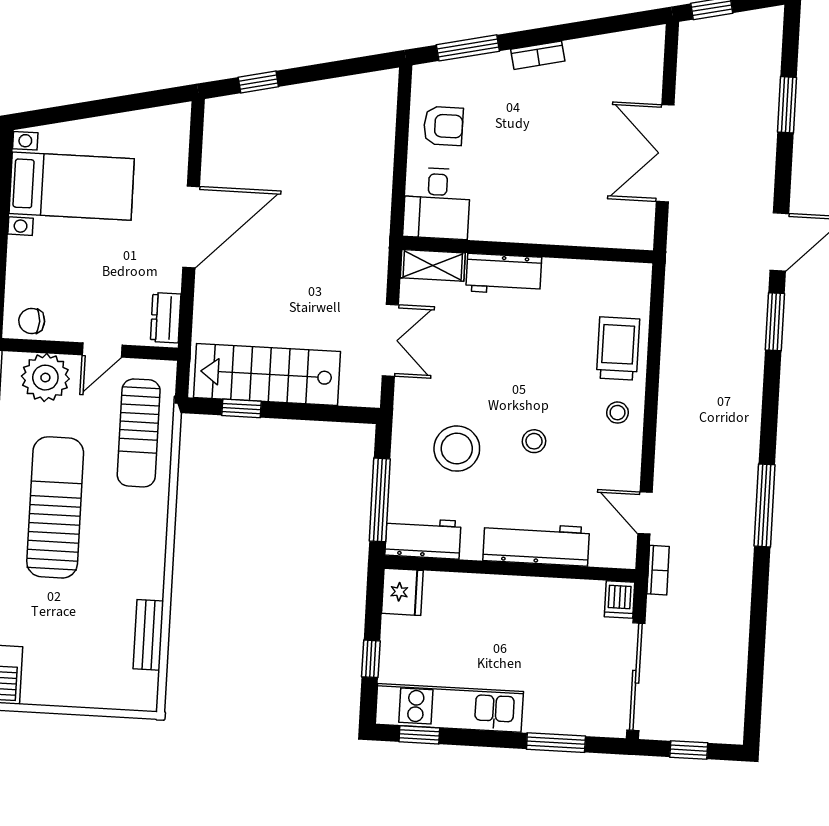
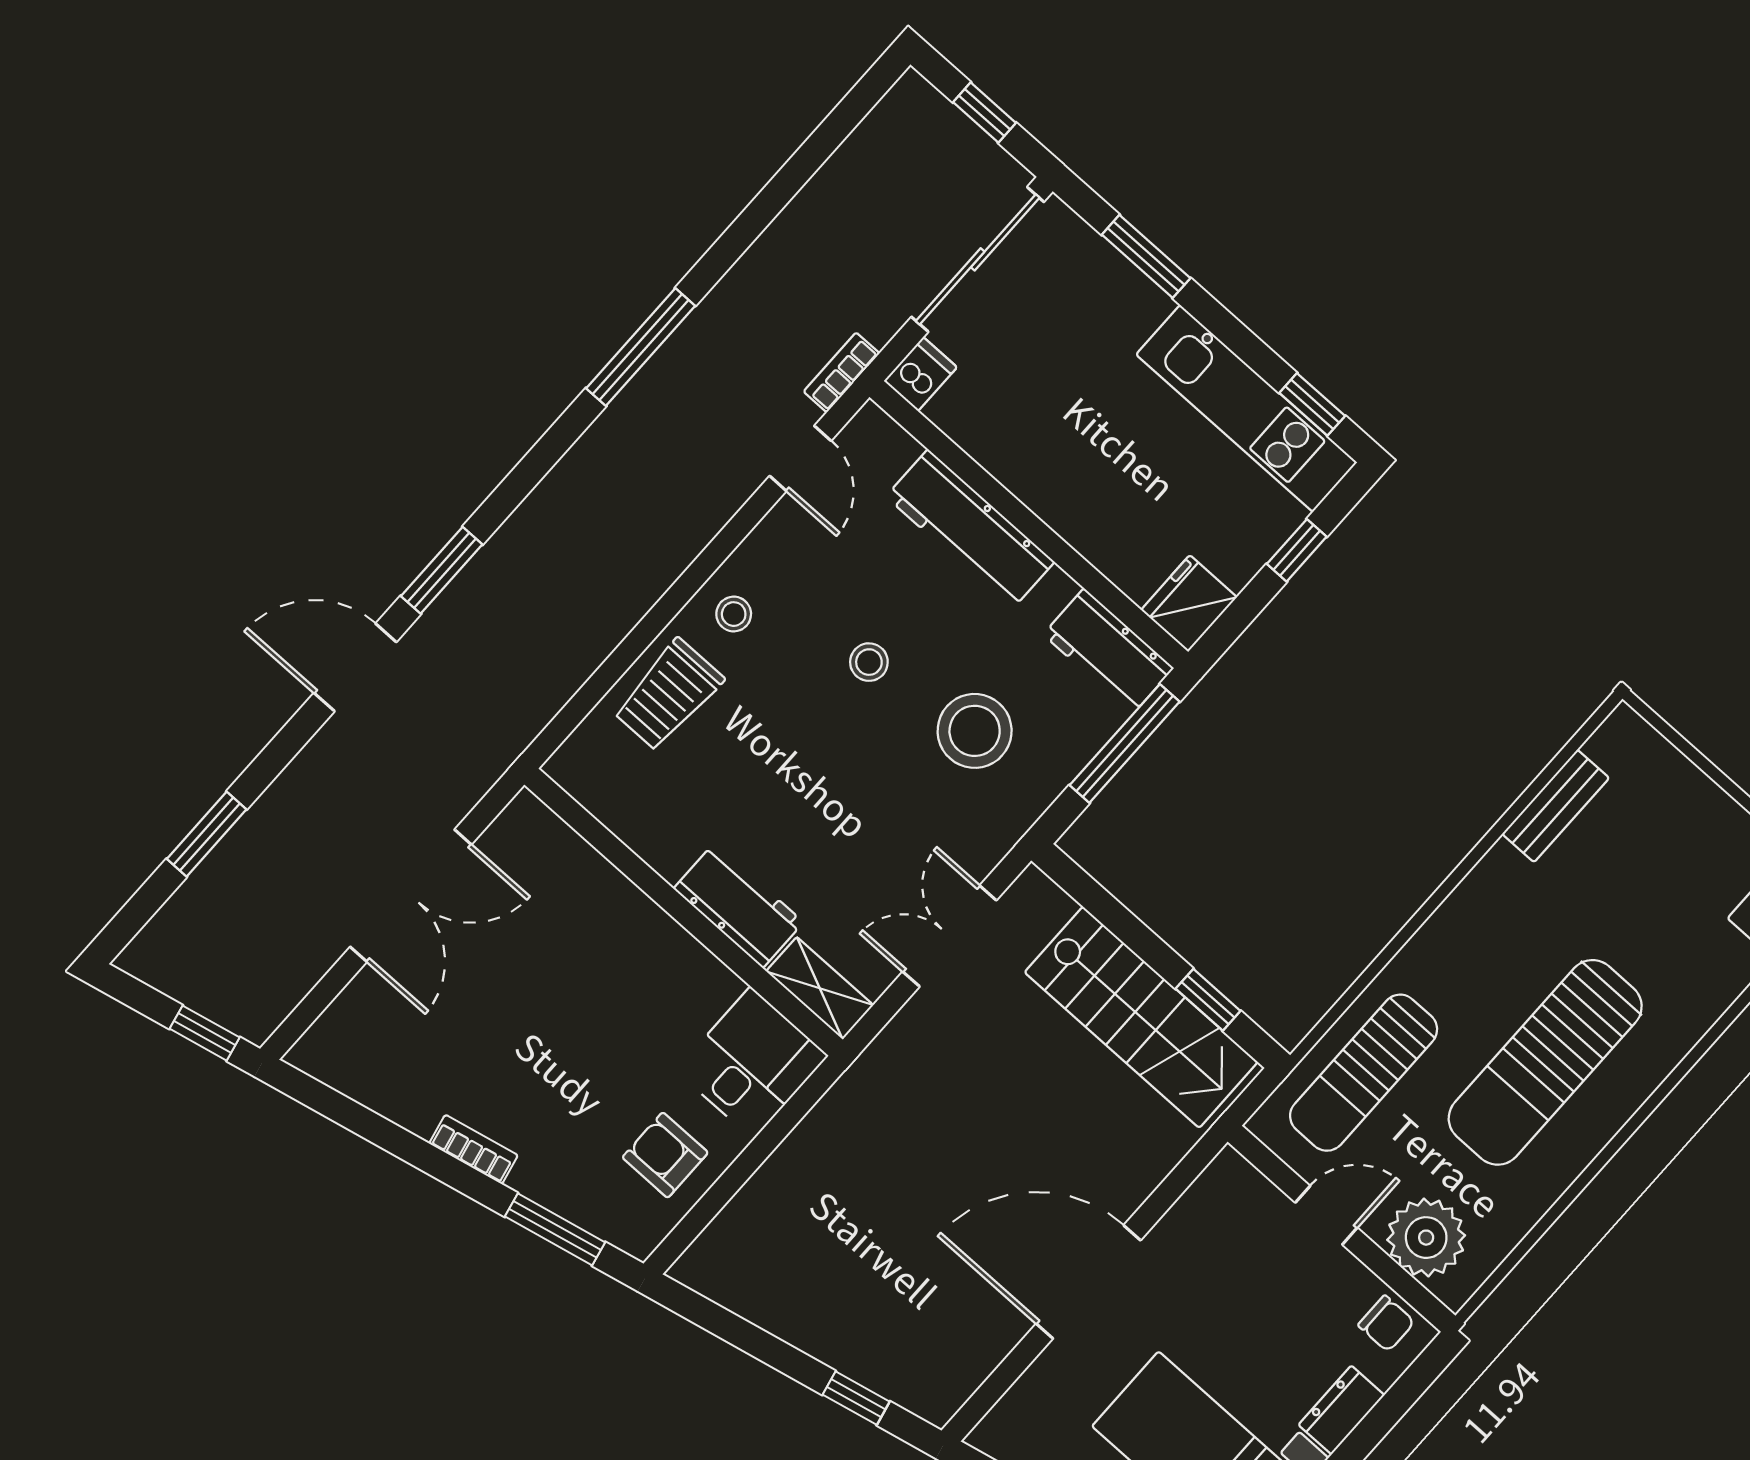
dresser: (166, 318) -> (1341, 1410), moved, turned 180
sun lounger: (139, 433) -> (1364, 1073), turned 180

